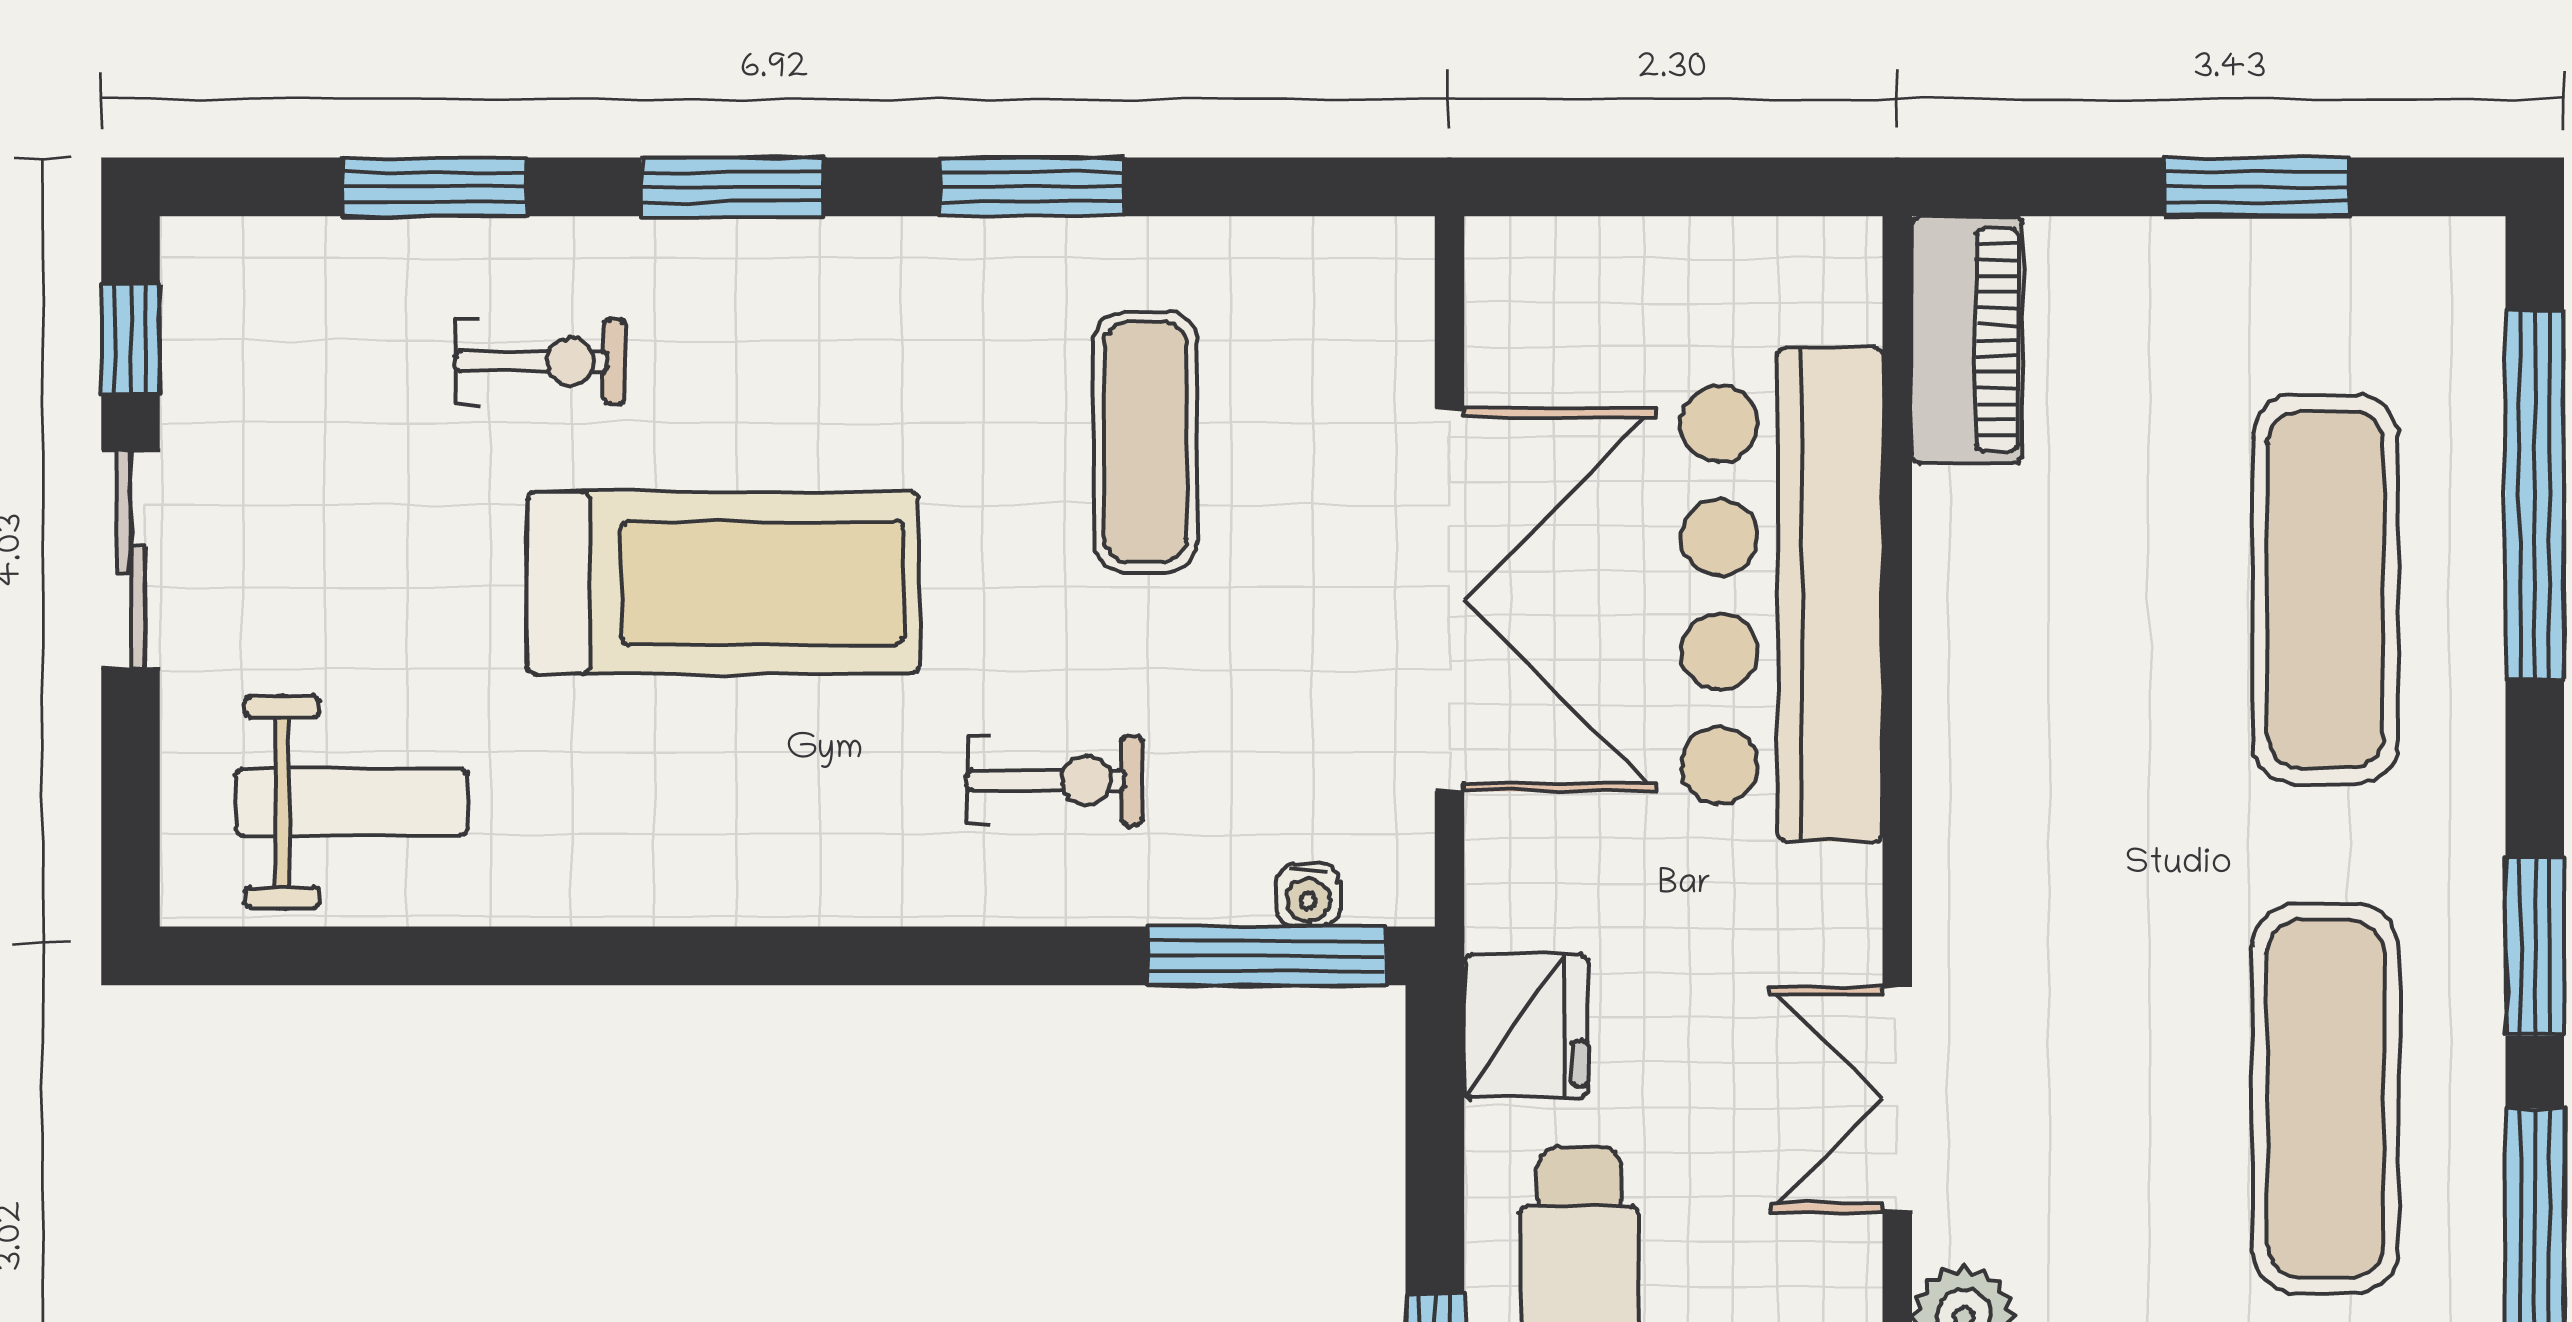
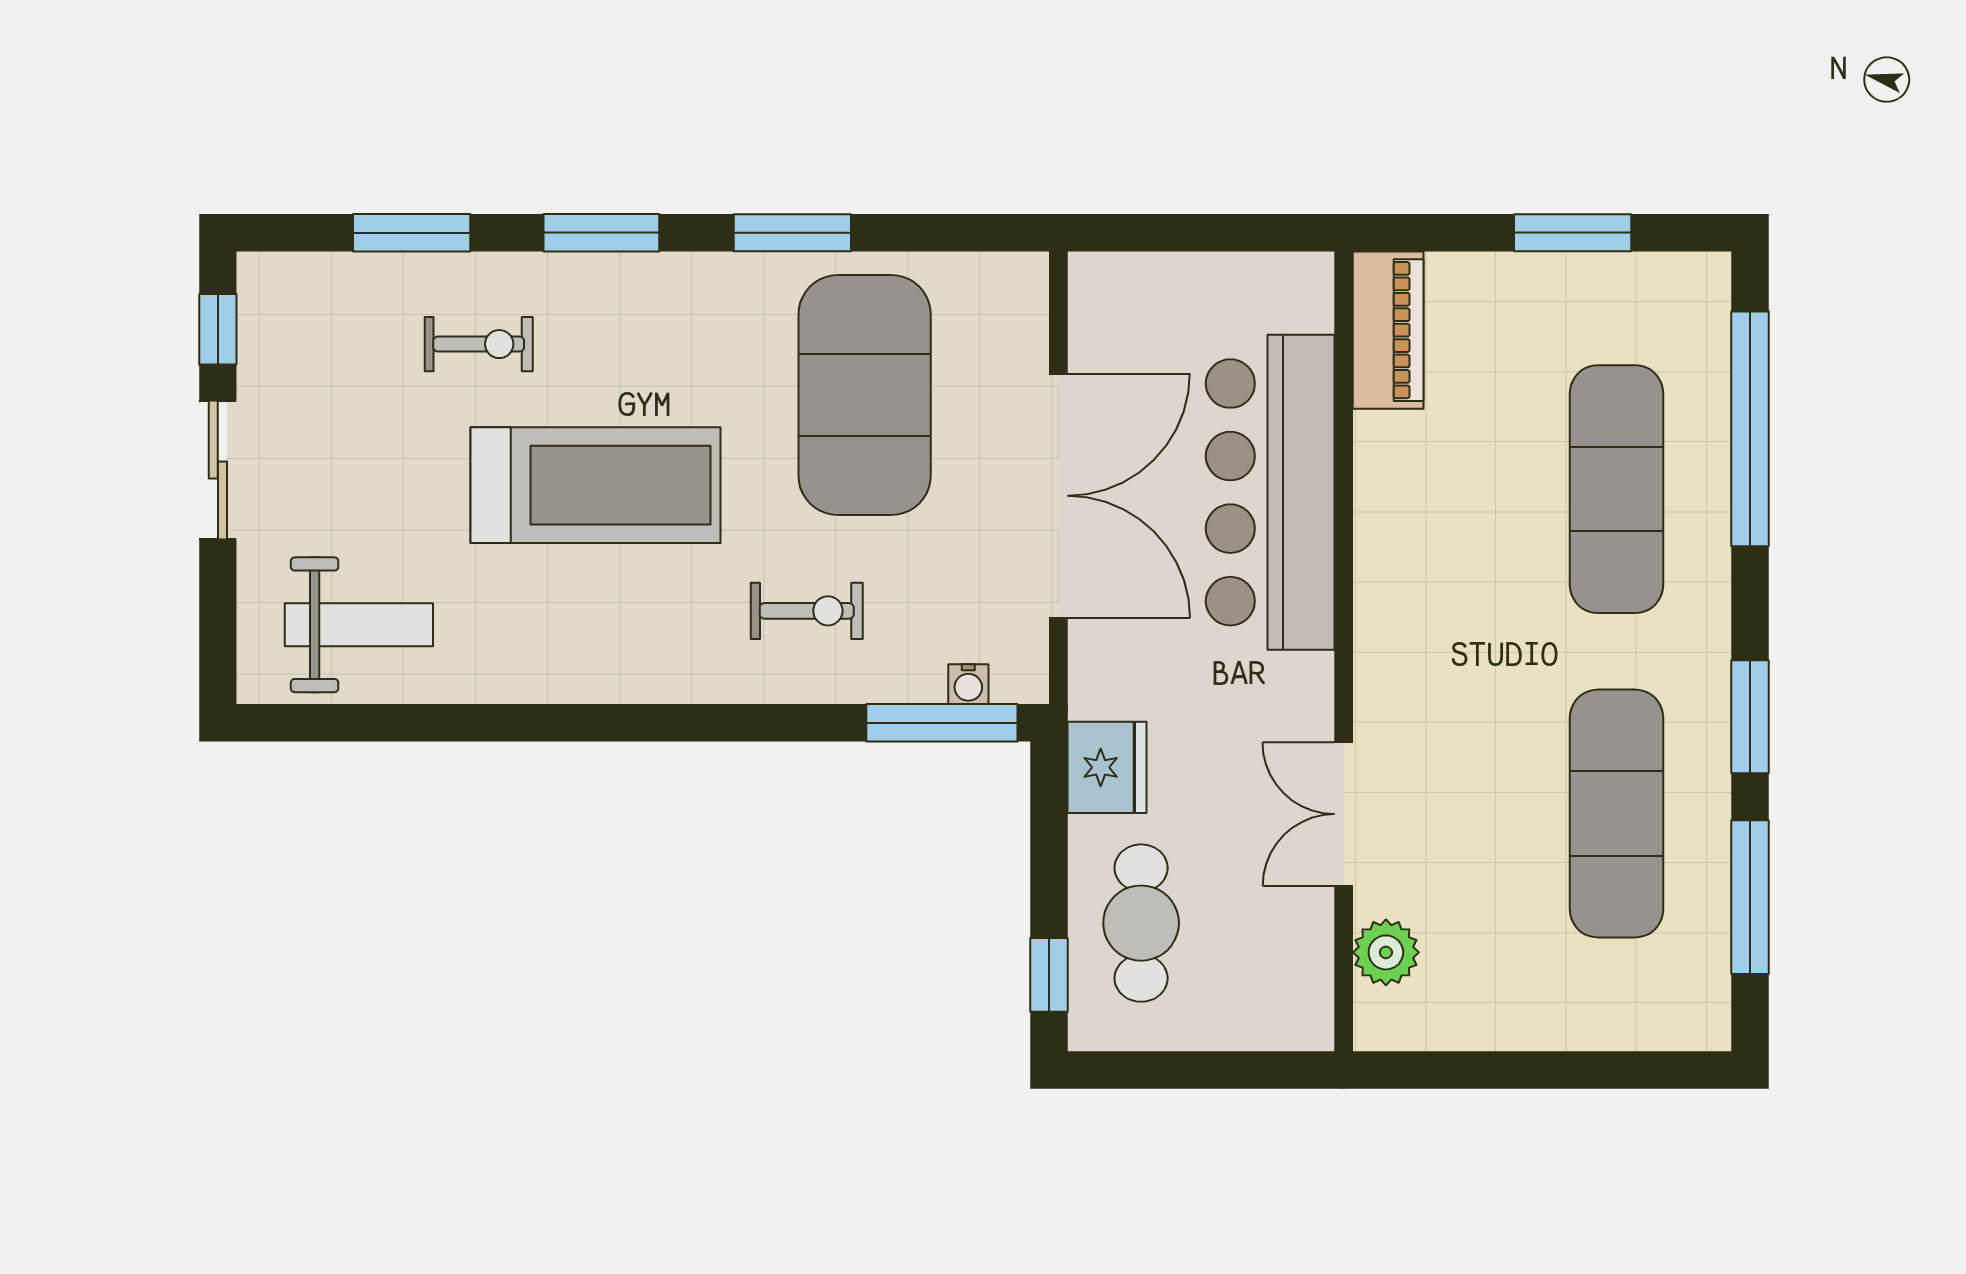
exercise mat: (1145, 442) -> (865, 395), width x2.00, depth x1.45

